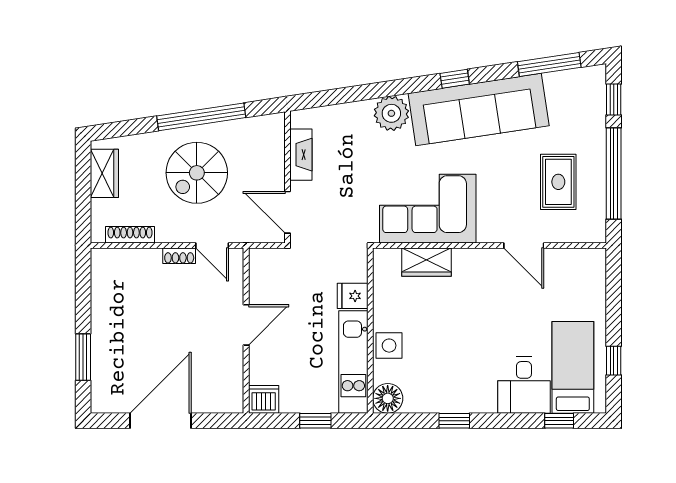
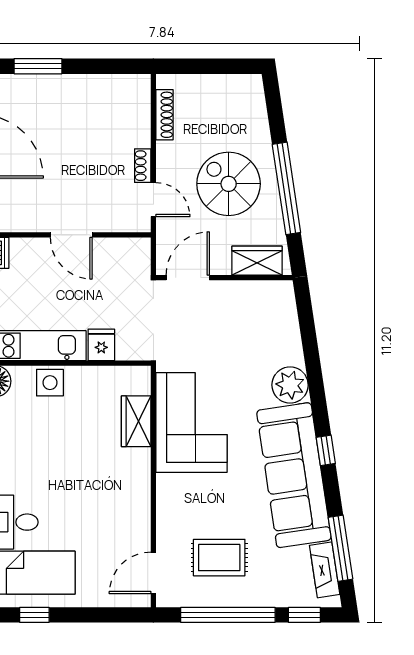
fireplace: (301, 155) -> (325, 570), moved, turned 81
wardrobe: (104, 173) -> (257, 261), moved, turned 180
door: (212, 245) -> (153, 200), swing flipped
door: (524, 245) -> (153, 573), moved

